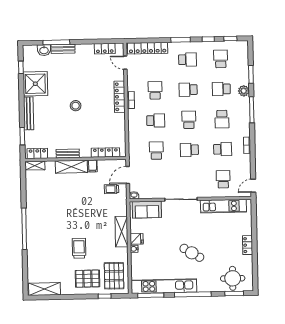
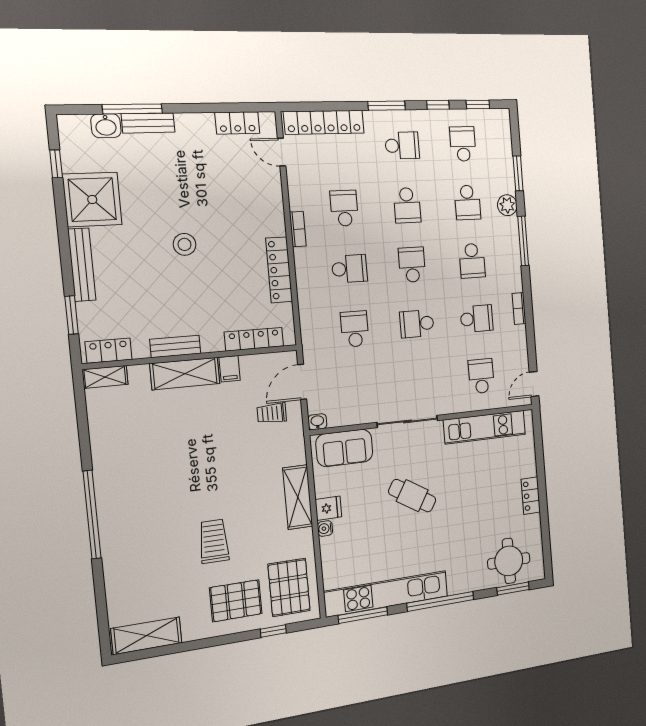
school desk: (221, 89) -> (468, 203), turned -90
school desk: (188, 90) -> (407, 205), turned -90
locker: (120, 97) -> (279, 270), moved
cafe table: (192, 253) -> (412, 496), moved

